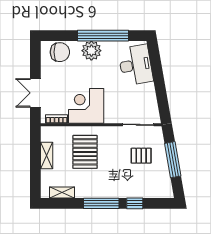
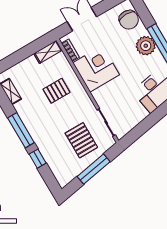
pallet: (85, 152) -> (57, 91), width x0.67, depth x0.71
shelving: (47, 156) -> (48, 52), moved
pallet: (141, 156) -> (81, 140), width x1.50, depth x1.42

